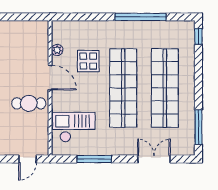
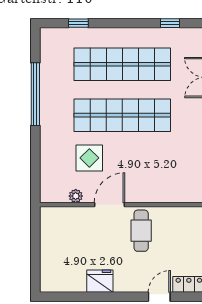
window: (198, 37) -> (78, 23), moved
checkout: (74, 127) -> (170, 176), removed
window: (198, 127) -> (170, 23), width x0.46

